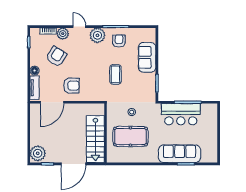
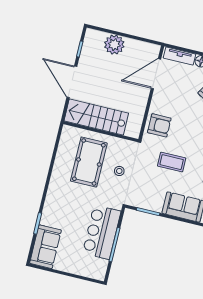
armchair: (71, 86) -> (159, 125), moved, turned -90
door: (52, 102) -> (156, 74), hinge flipped
plant: (38, 153) -> (114, 45), moved
sofa: (180, 154) -> (45, 247), moved, width x0.73

